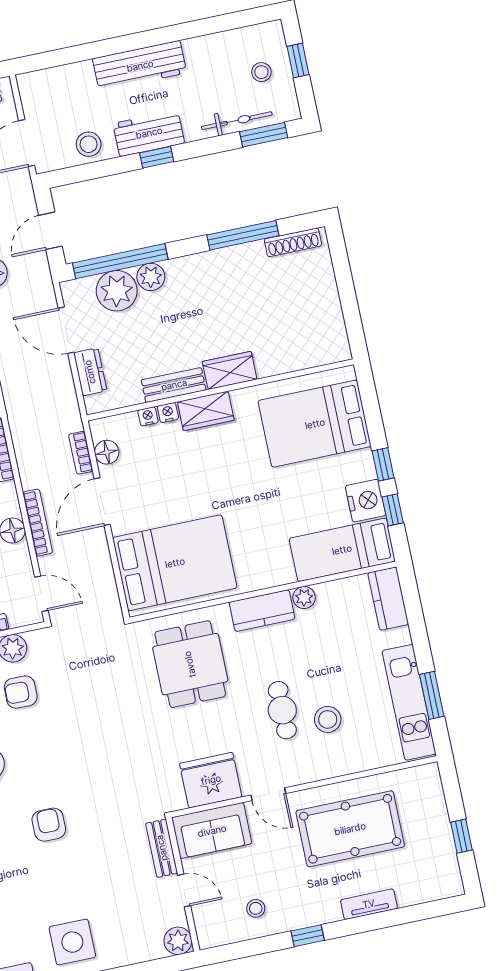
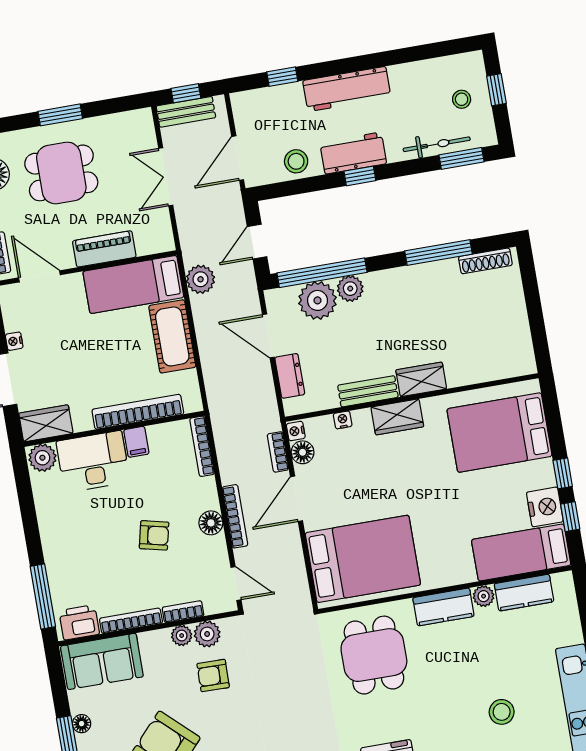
window: (71, 55) -> (282, 77), added
nightstand: (168, 413) -> (296, 431), moved, turned -90
kitchen counter: (388, 599) -> (524, 593), moved, turned -90
cafe table: (282, 710) -> (459, 702), removed

